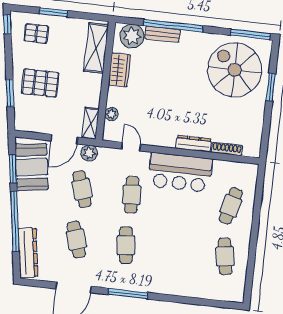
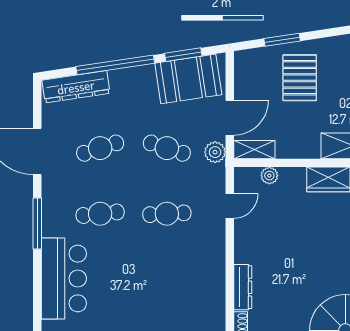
door: (64, 139) -> (230, 118), swing flipped
bar counter: (180, 172) -> (64, 278), moved, turned 180
cafe table: (82, 189) -> (167, 148), turned 36

